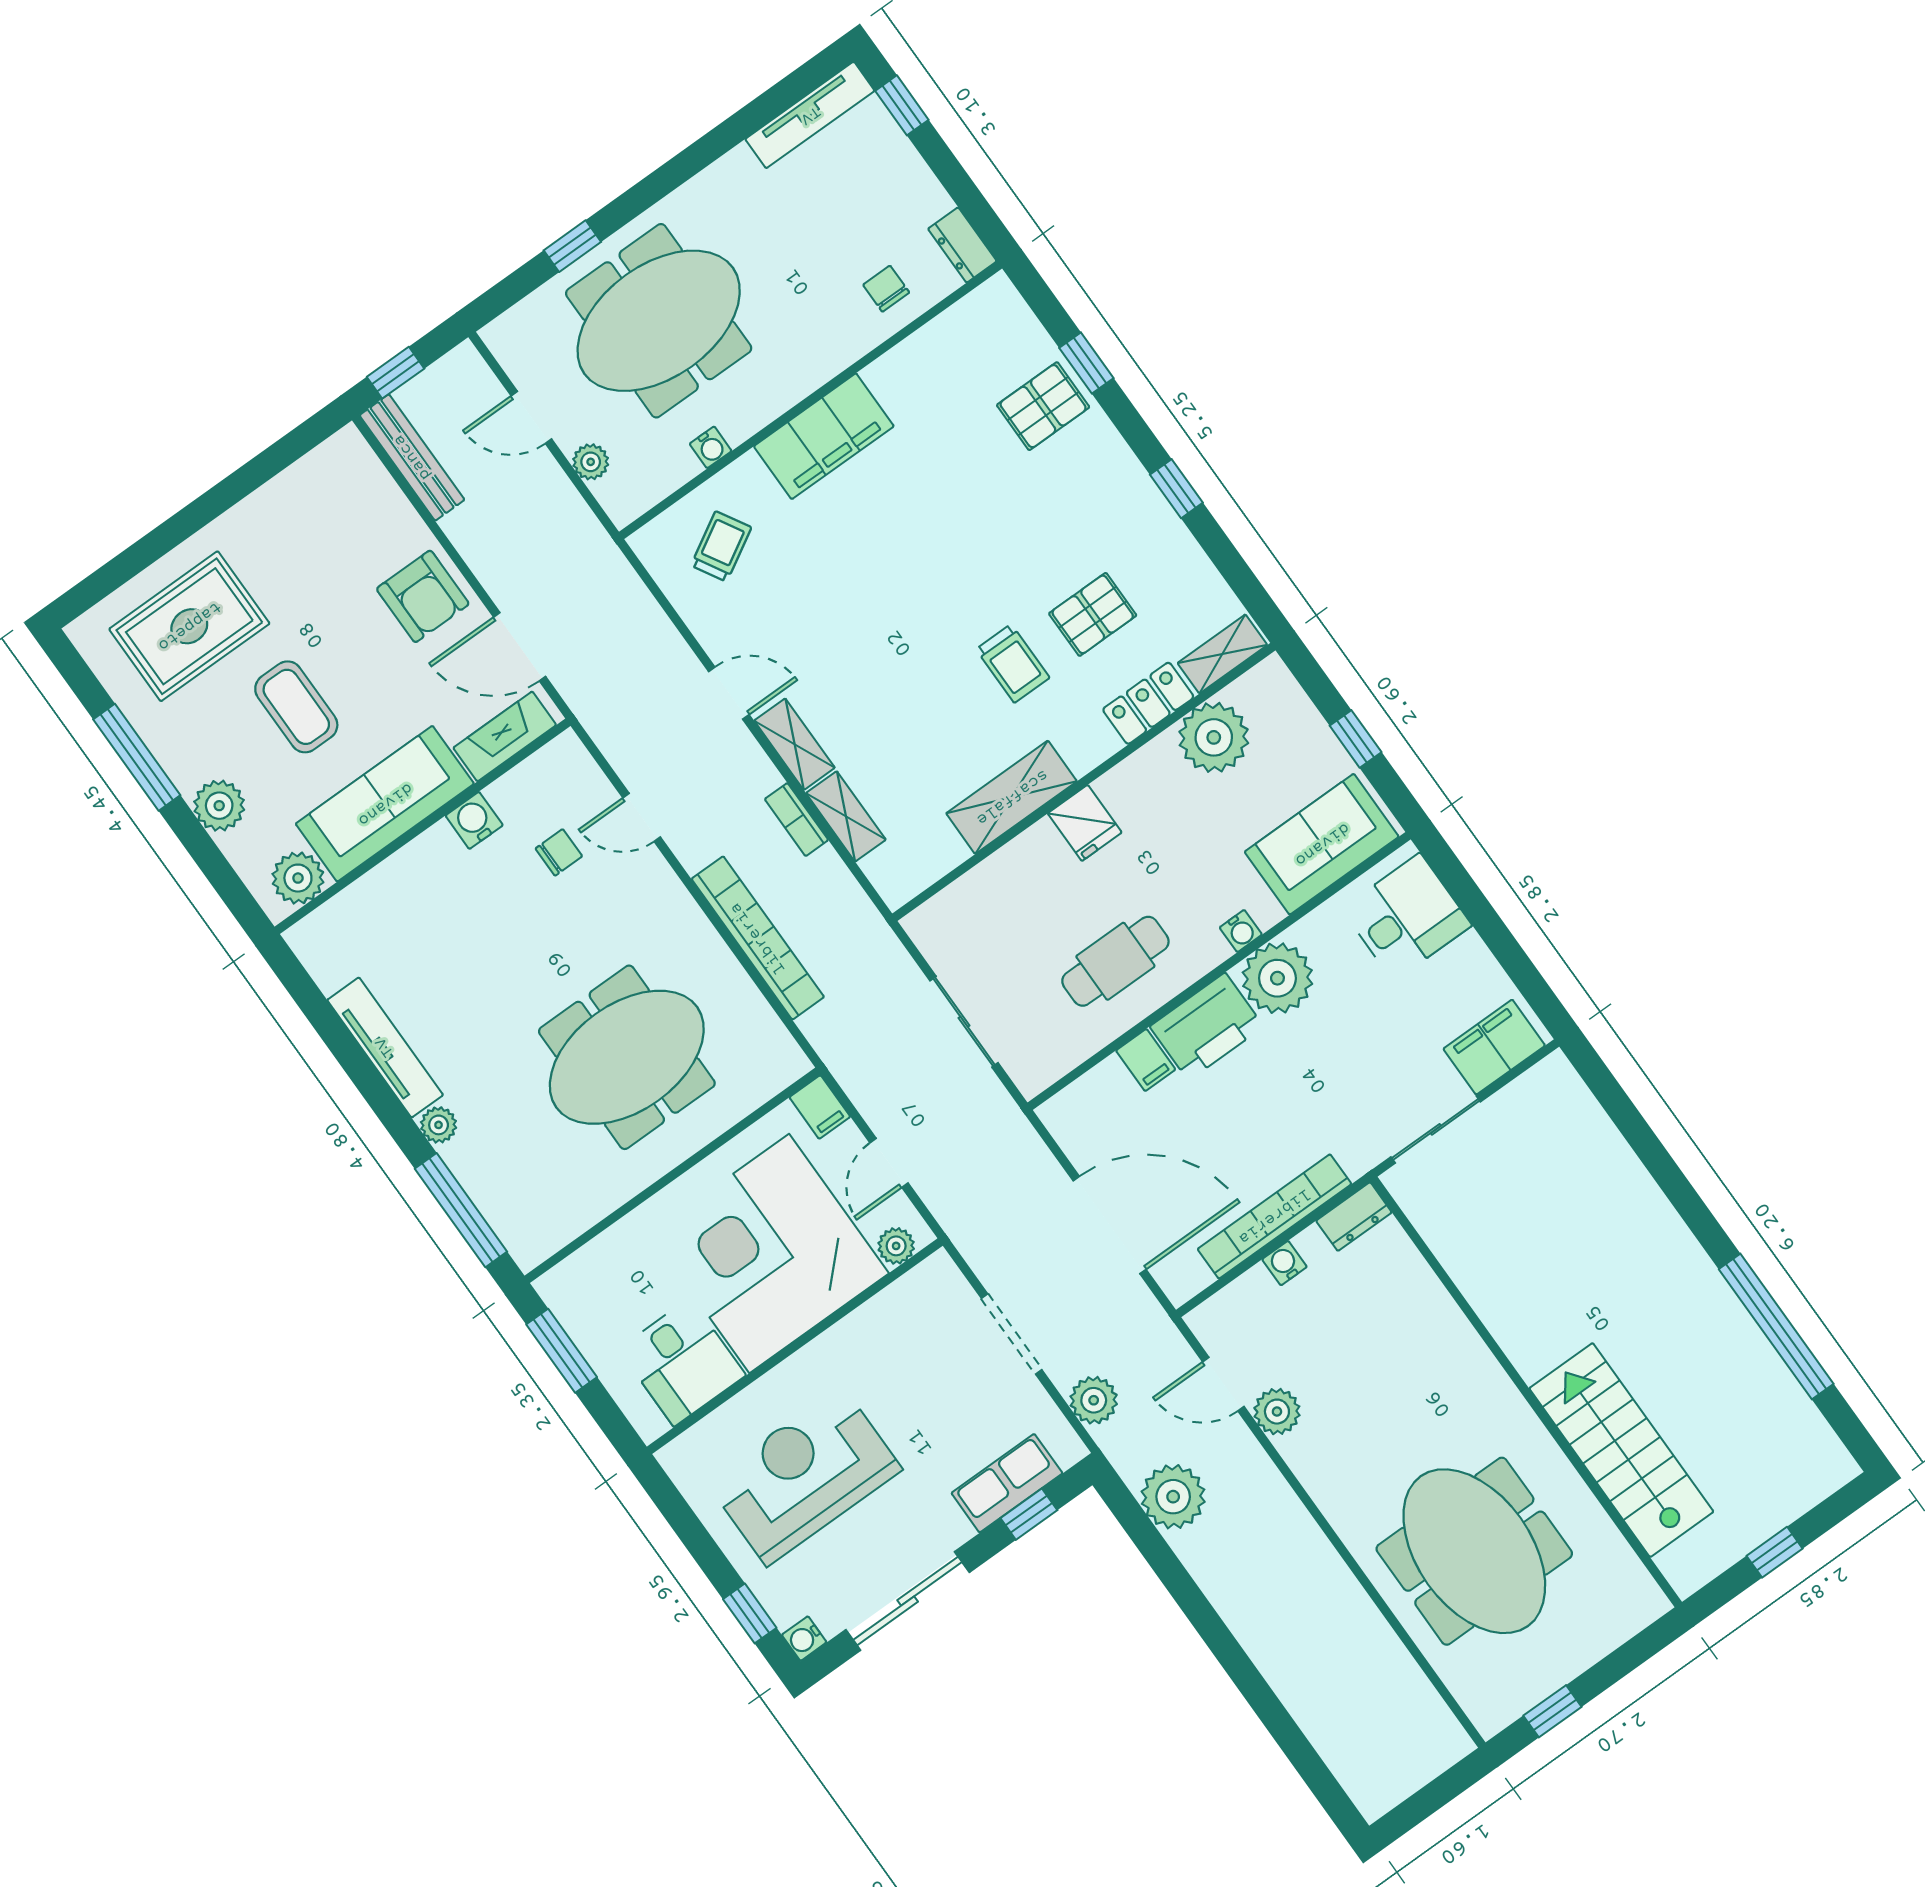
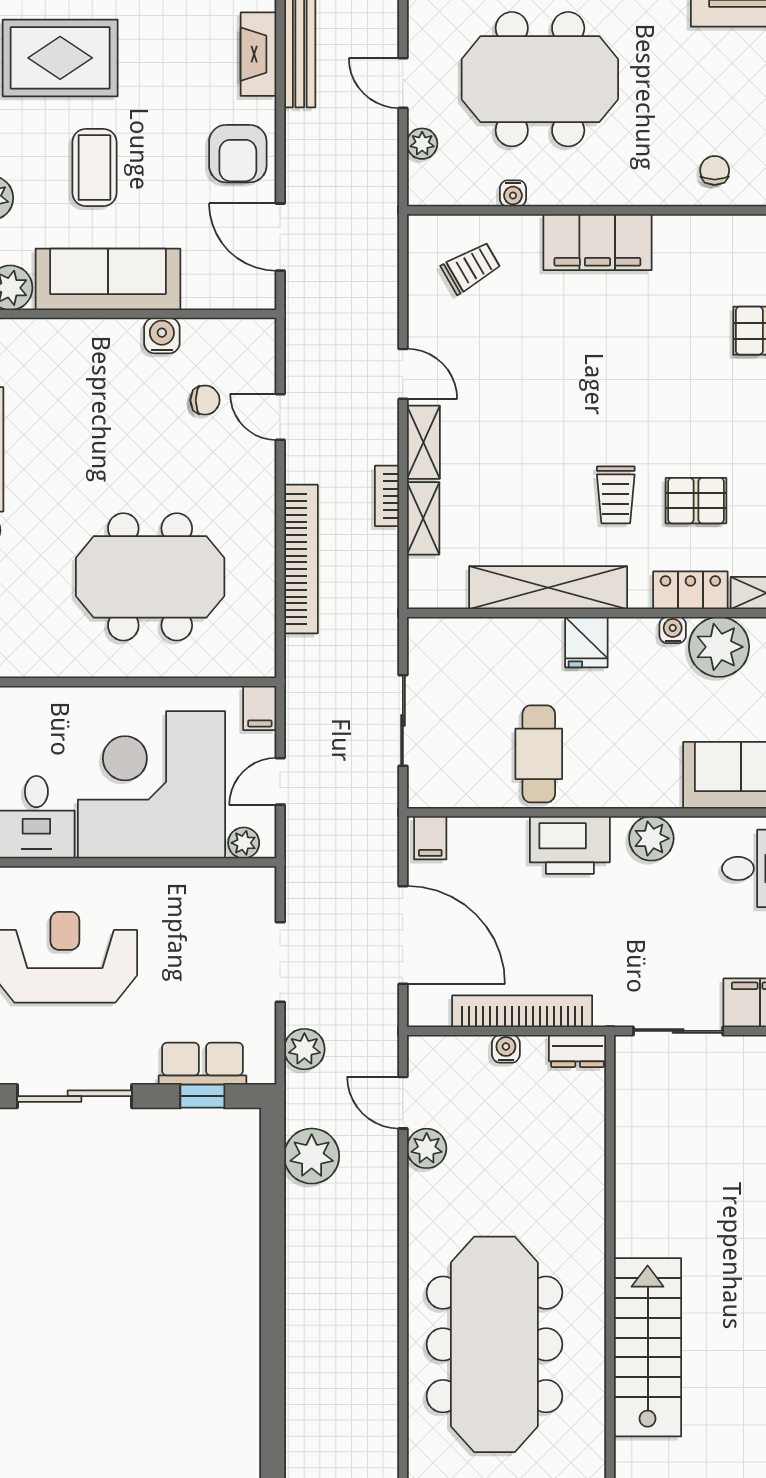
fireplace: (505, 736) -> (259, 54), moved, turned -90
shelving: (1012, 797) -> (548, 588), width x1.47
water cooler: (1241, 931) -> (673, 630), moved, turned 180
cafe table: (1115, 961) -> (539, 754), turned 90
plant: (1277, 978) -> (651, 838), width x0.73, depth x0.73
filing cabinet: (1146, 1060) -> (430, 838), moved
meeting table: (1474, 1551) -> (494, 1344), width x1.36

